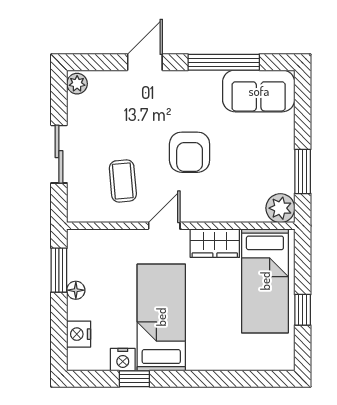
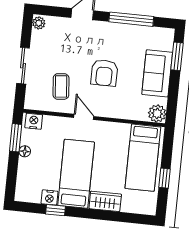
sofa: (259, 91) -> (157, 73), moved, turned 90
window: (303, 171) -> (177, 56), moved
door: (164, 226) -> (84, 117), hinge flipped
wardrobe: (215, 243) -> (105, 201), moved, turned 180
nightstand: (79, 334) -> (34, 121), moved, turned 90

